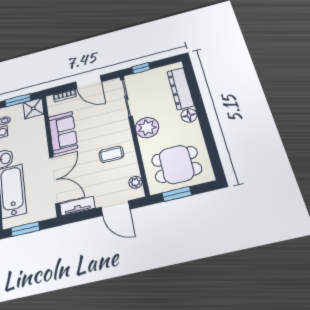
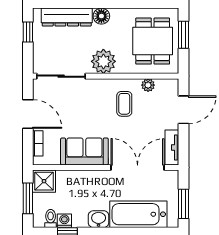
window: (141, 68) -> (28, 32), moved
door: (89, 82) -> (28, 114), hinge flipped
plant: (135, 182) -> (148, 85), moved
window: (177, 194) -> (183, 35), moved

